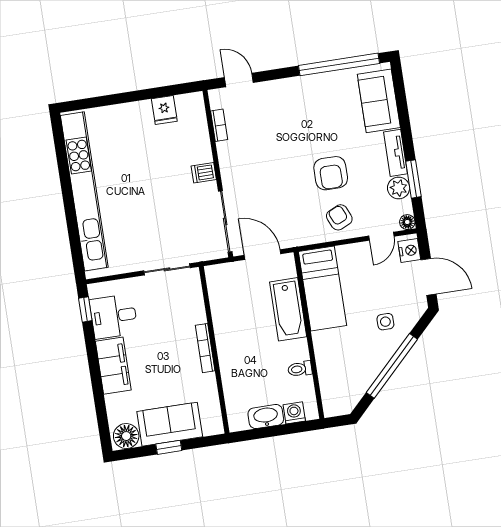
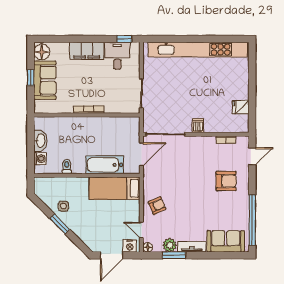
armchair: (331, 173) -> (226, 181), moved, turned 180
side table: (385, 322) -> (63, 206), moved
window: (392, 366) -> (60, 224), width x0.47

